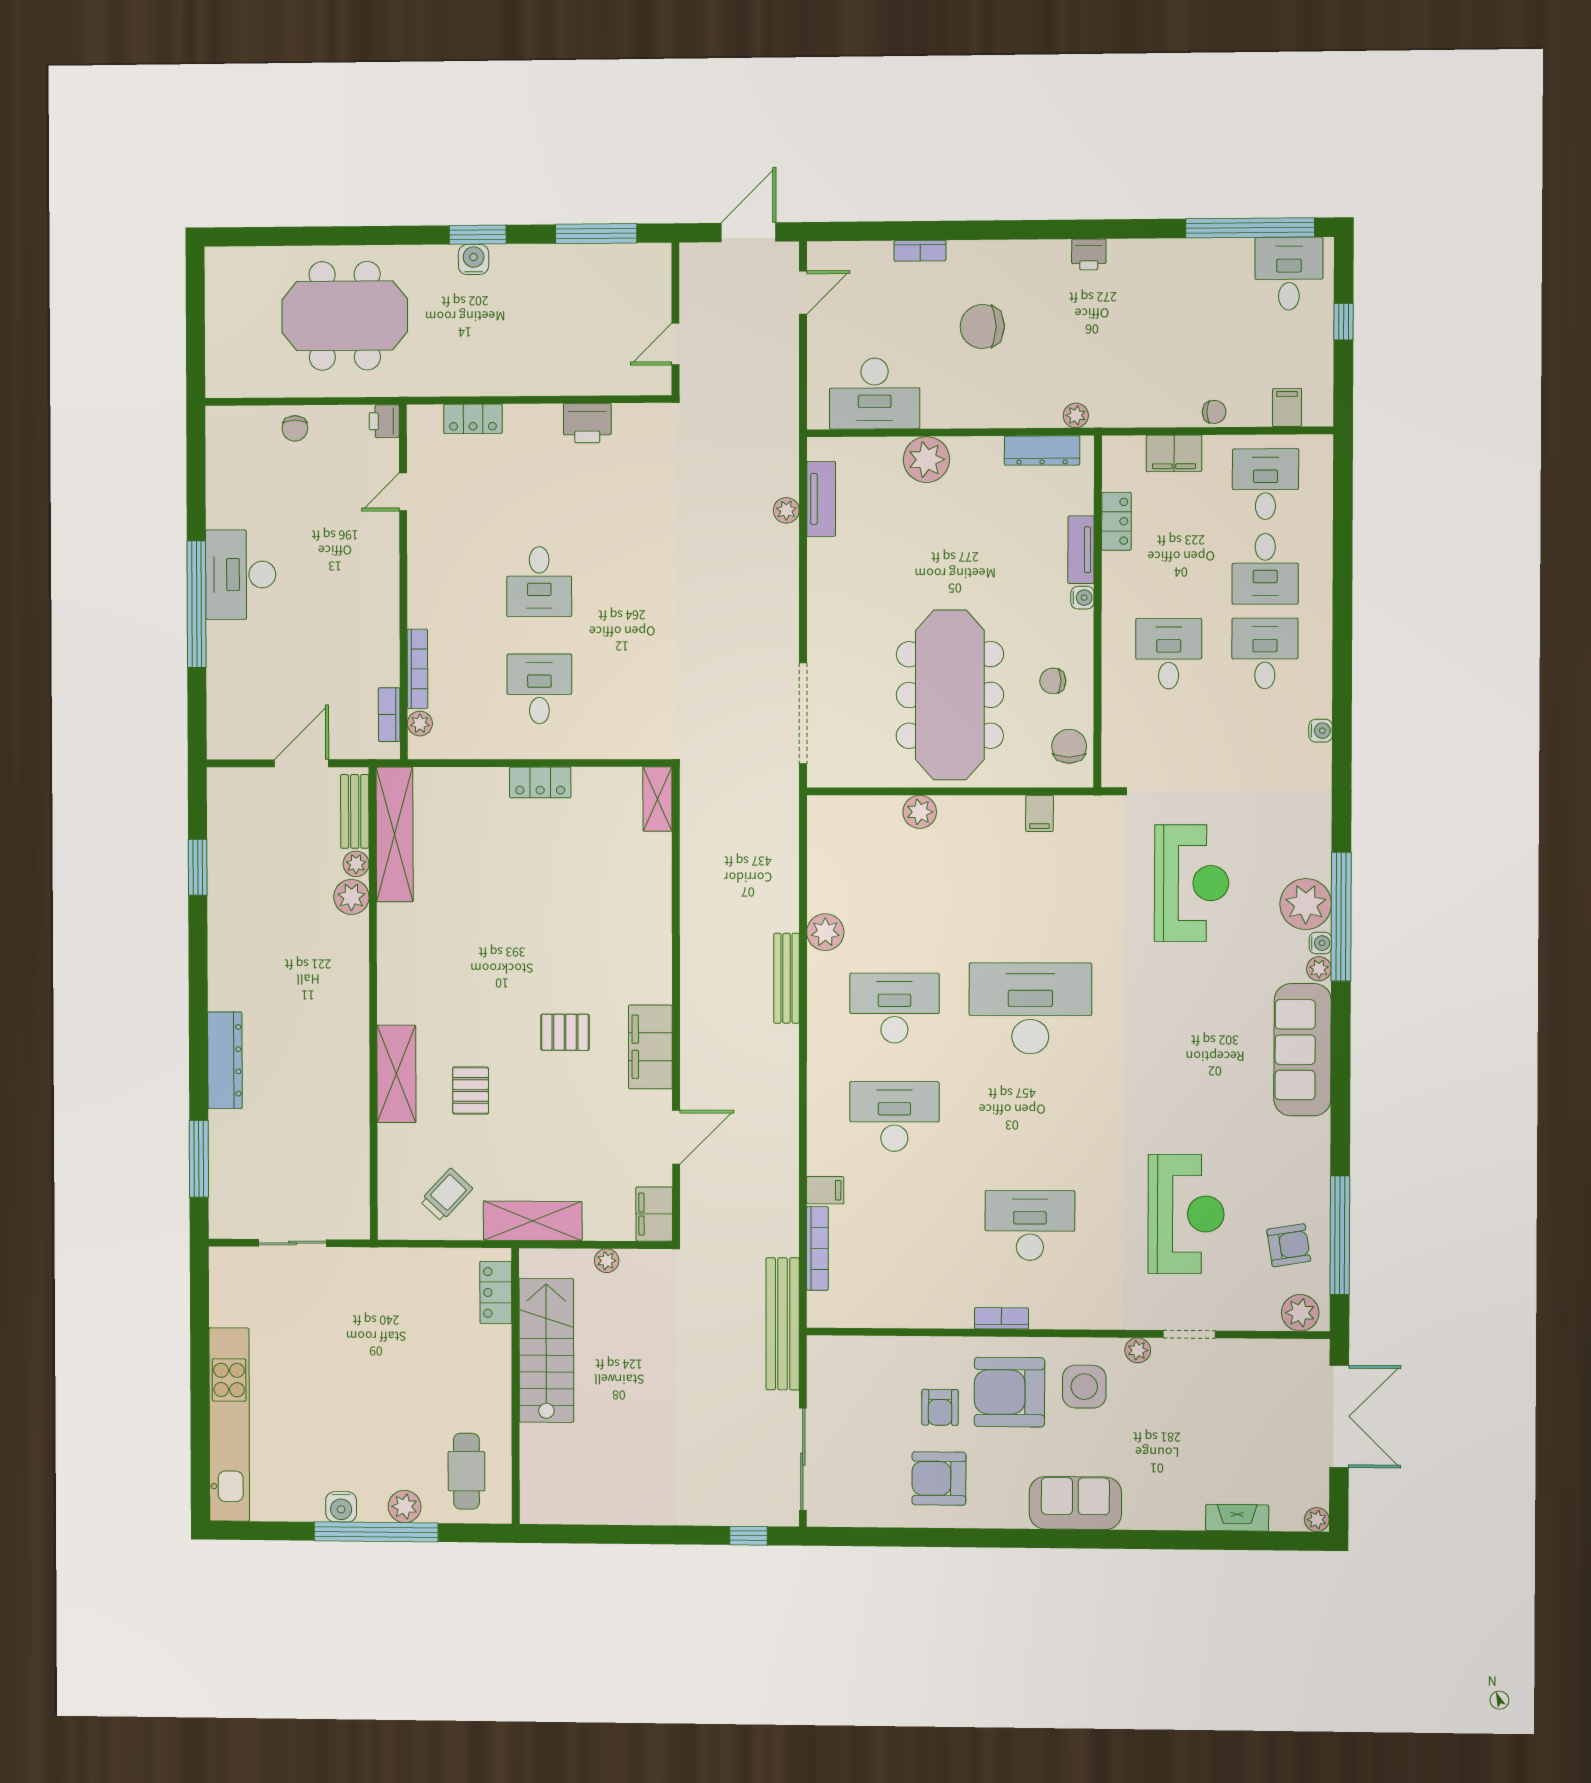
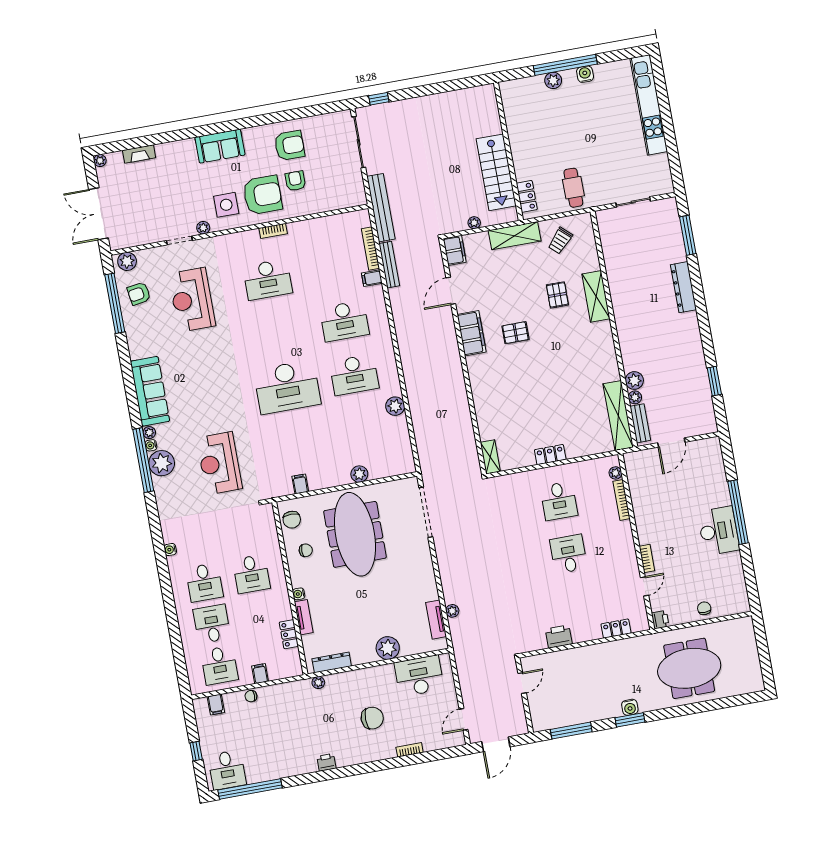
filing cabinet: (1174, 453) -> (260, 674), width x0.50
bookcase: (389, 715) -> (647, 558), moved
bench: (786, 978) -> (389, 265), moved
cafe table: (466, 1471) -> (573, 188), moved

